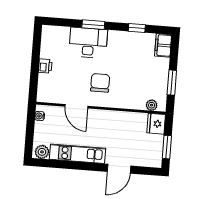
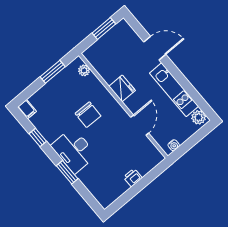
desk: (88, 43) -> (74, 150), moved
filing cabinet: (163, 45) -> (27, 109), width x0.50
chair: (100, 83) -> (88, 115), moved, turned -89
fridge: (156, 124) -> (122, 88), moved, turned -90

